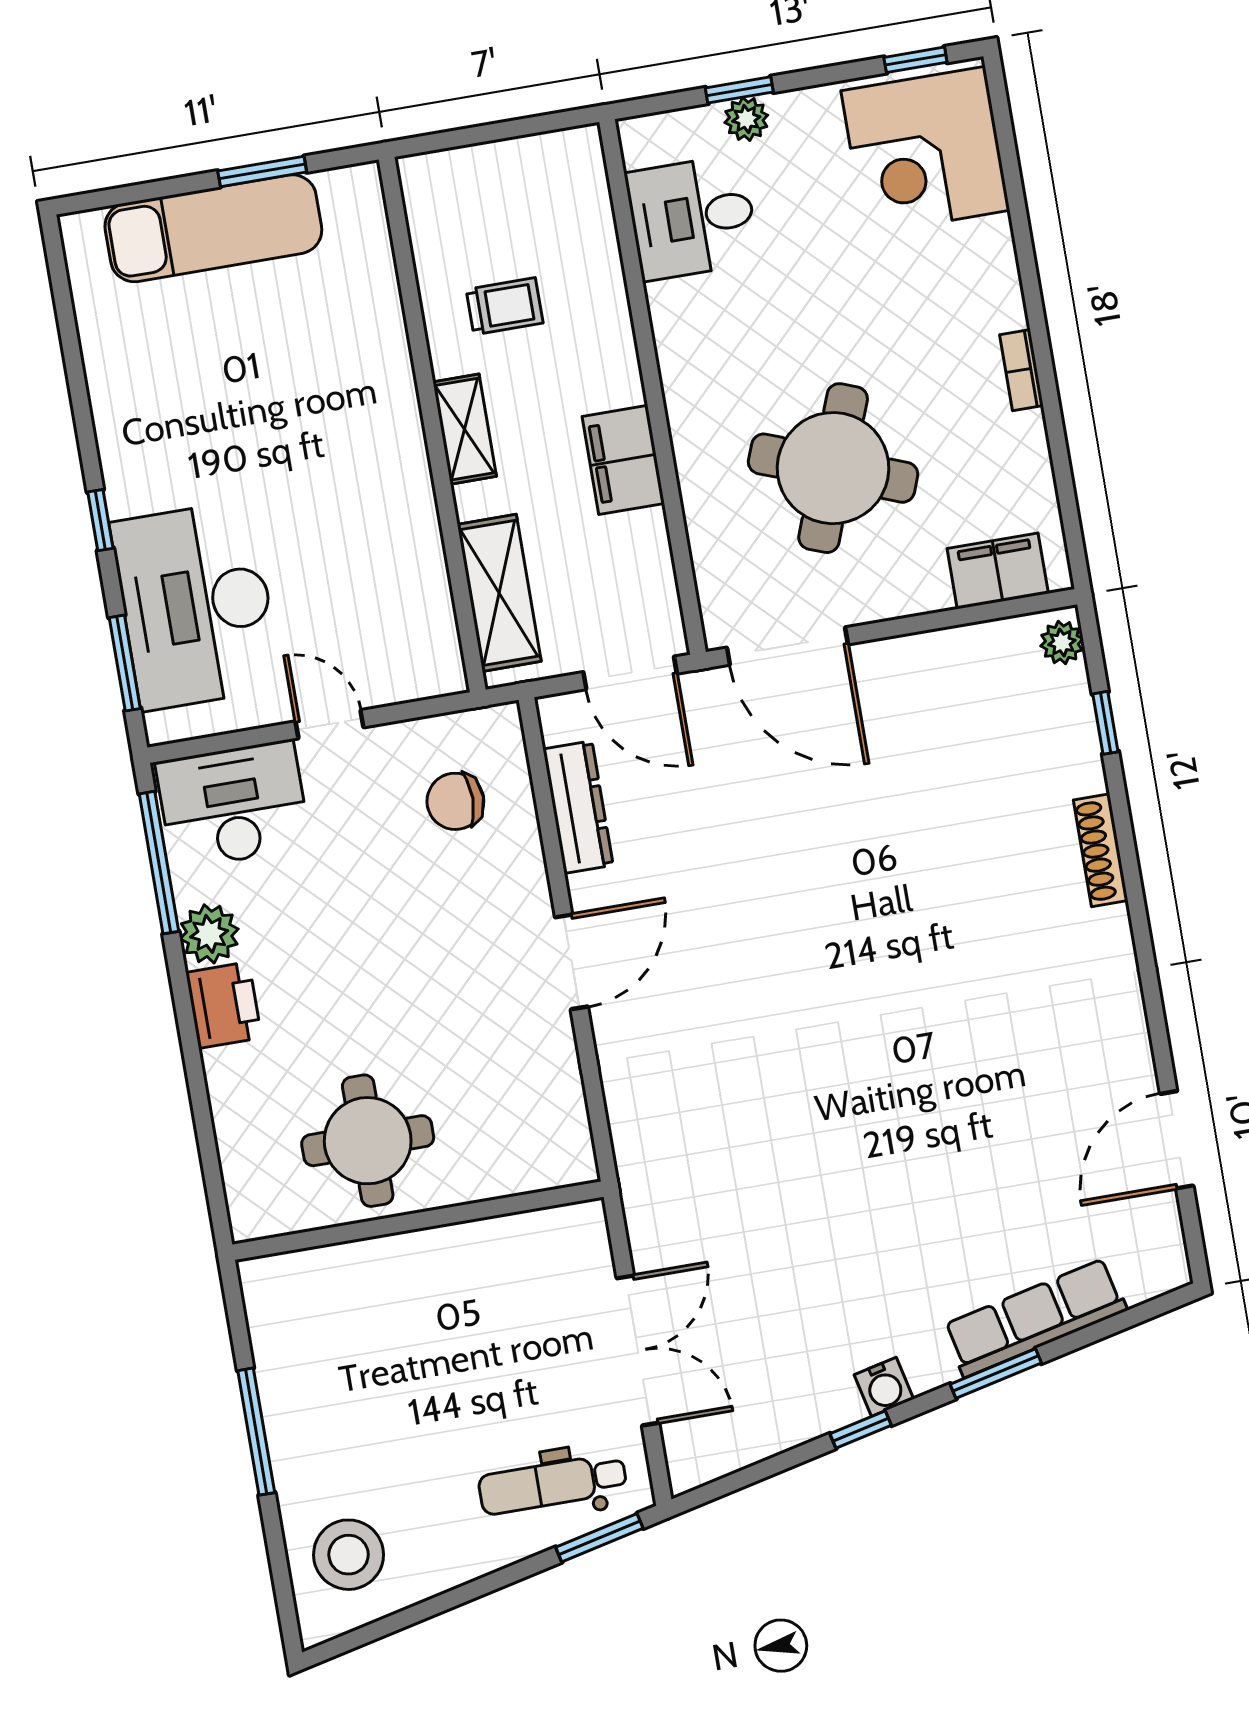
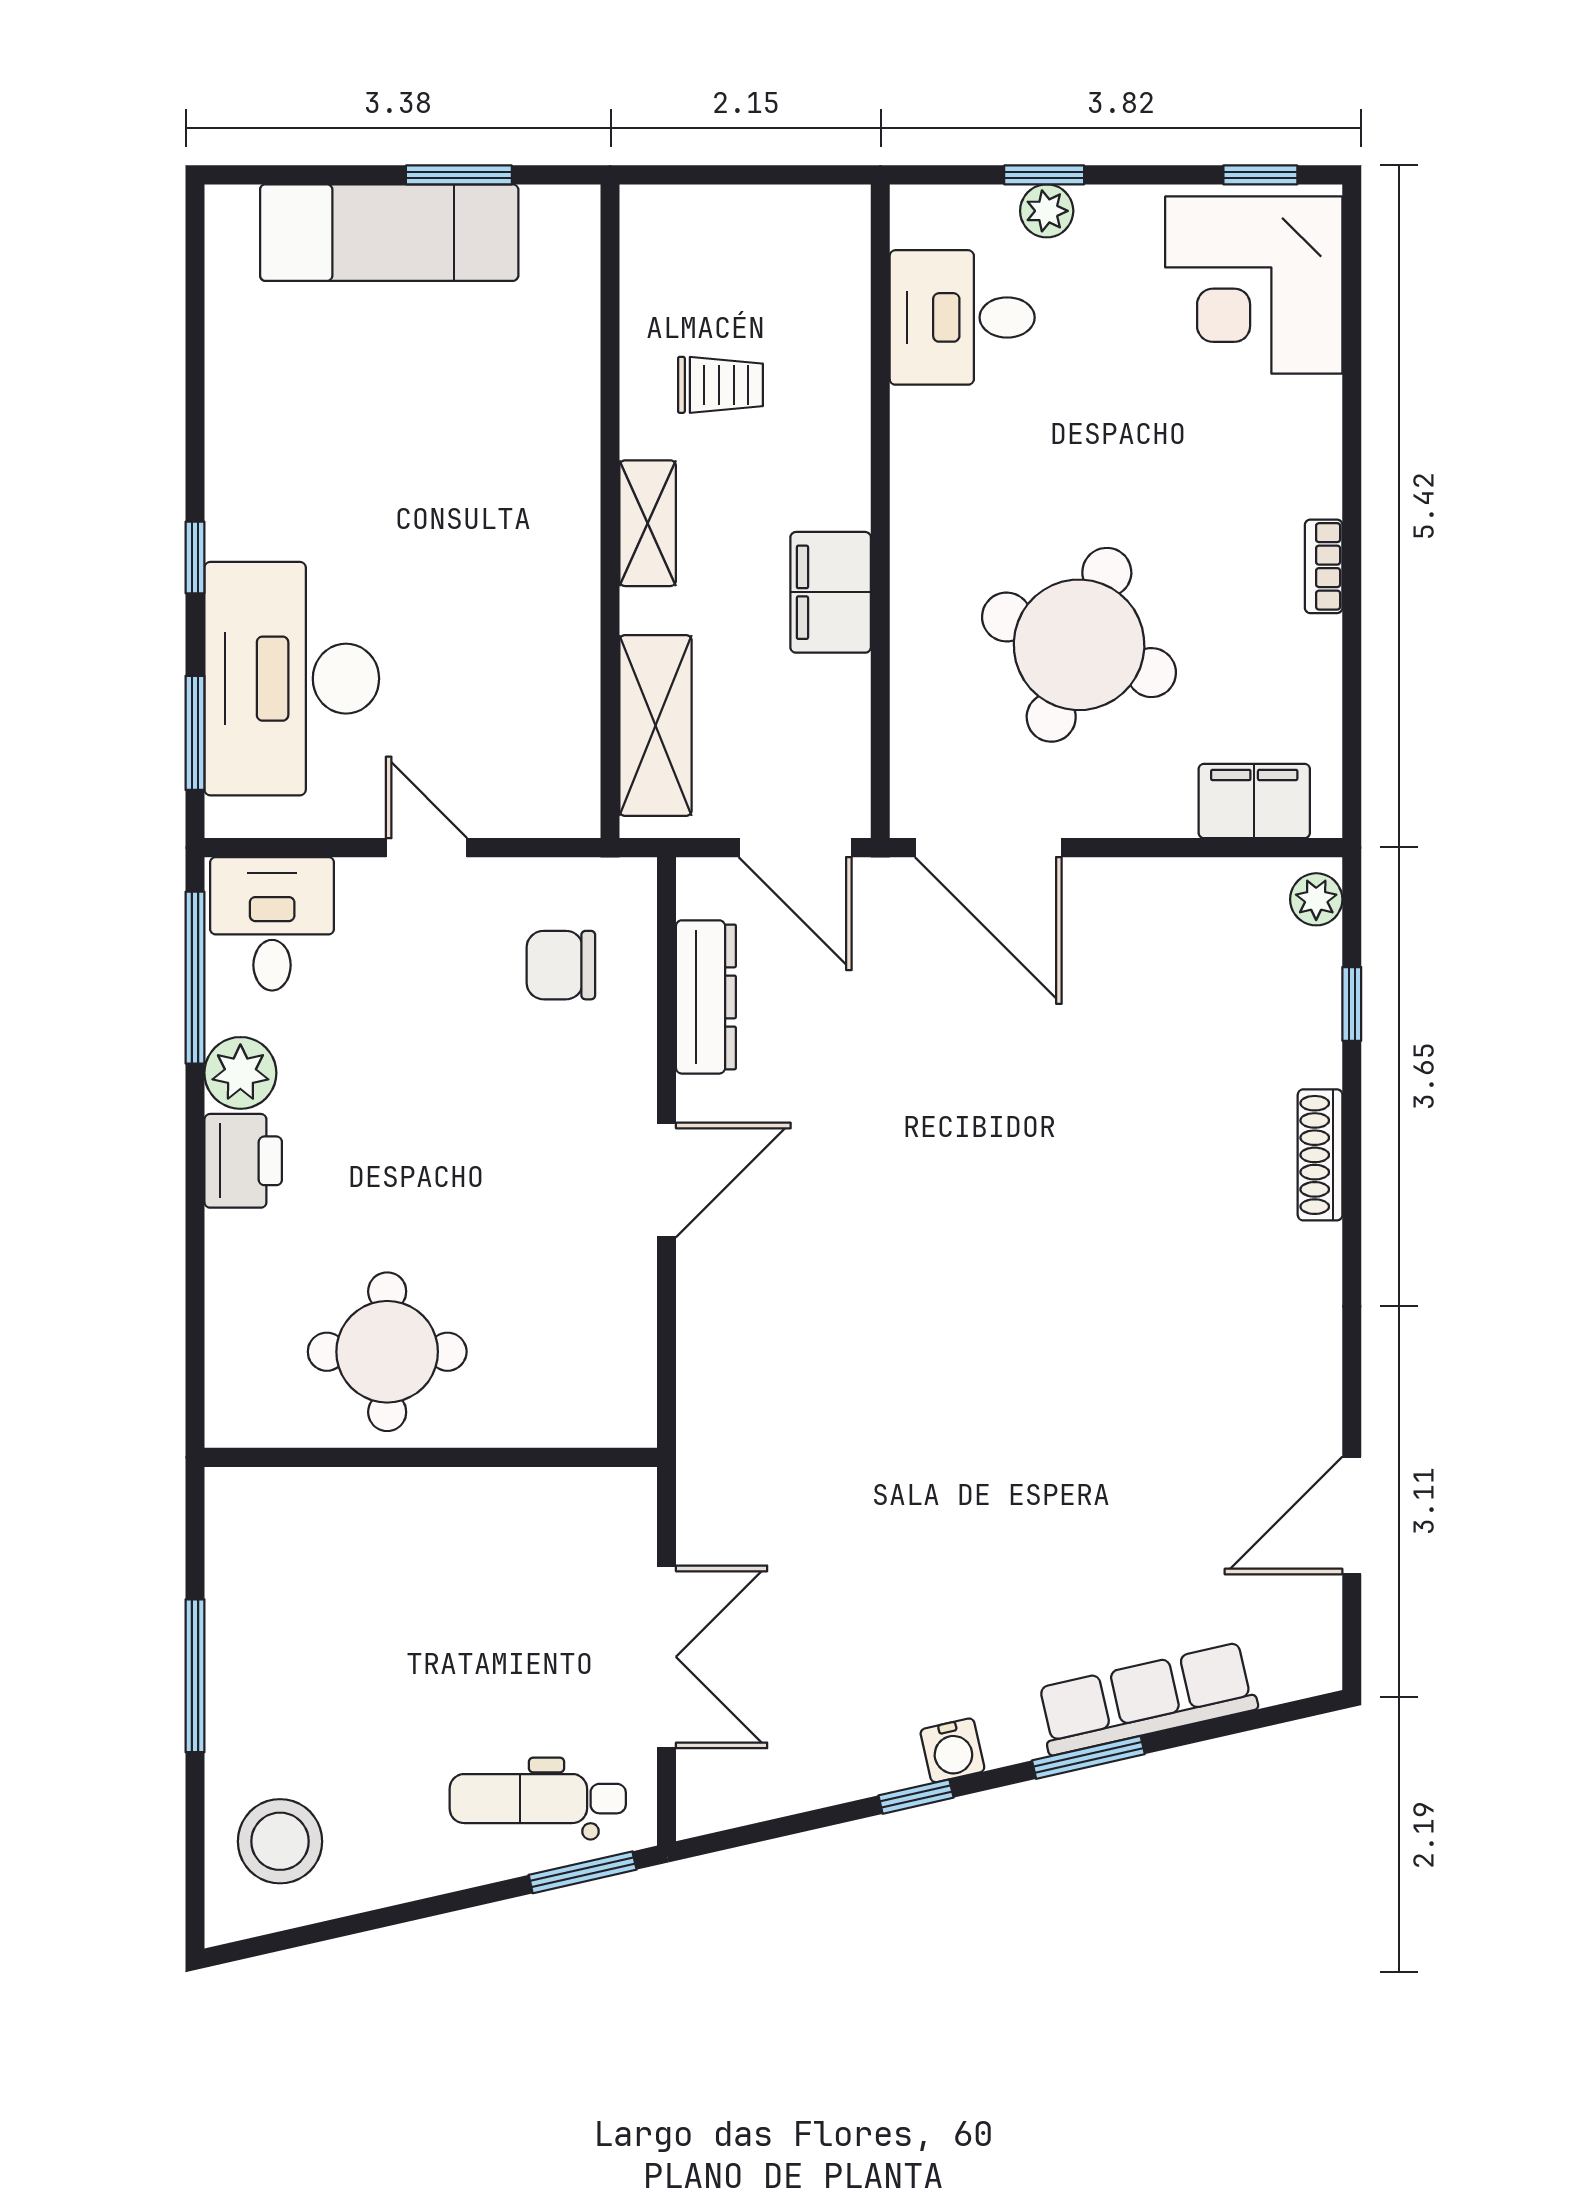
desk: (233, 805) -> (272, 924), width x0.73

